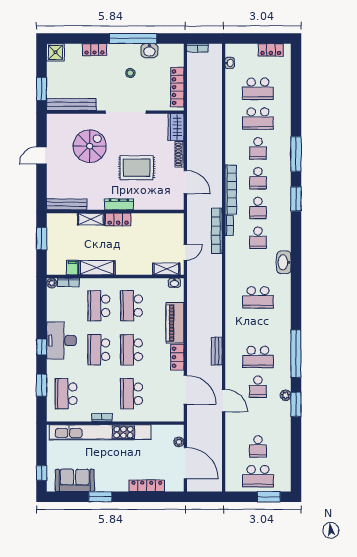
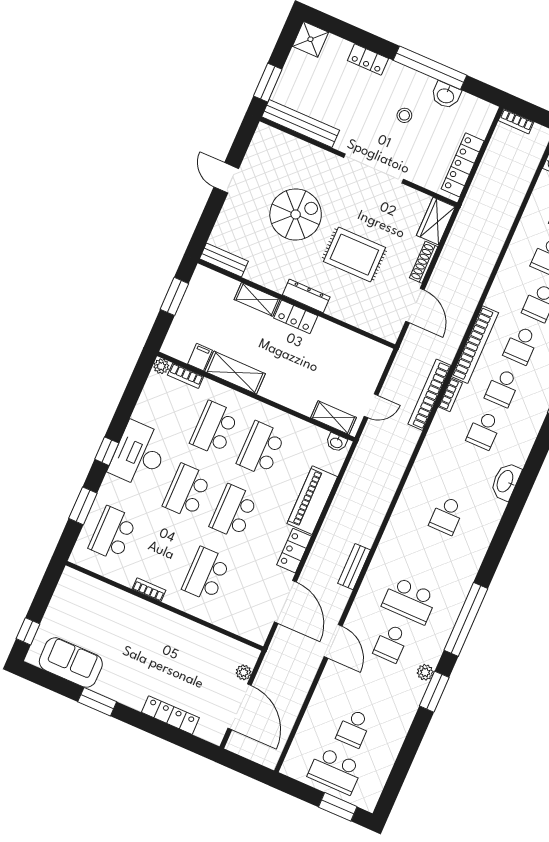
spiral stairs: (90, 146) -> (296, 214), moved
door: (42, 155) -> (226, 178), hinge flipped
bench: (67, 204) -> (224, 260), width x0.73
school desk: (258, 297) -> (447, 515), width x0.54
kitchen unit: (100, 432) -> (137, 610), removed

